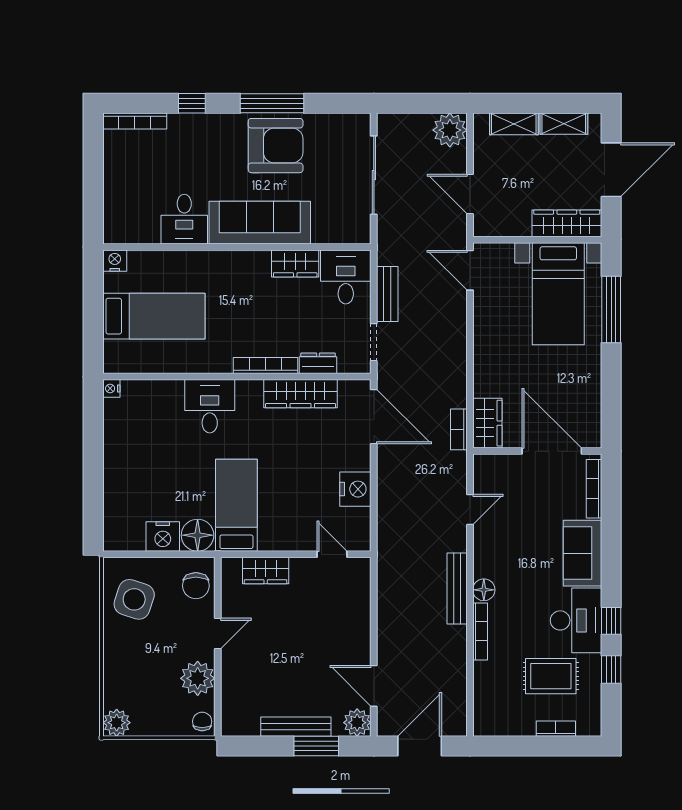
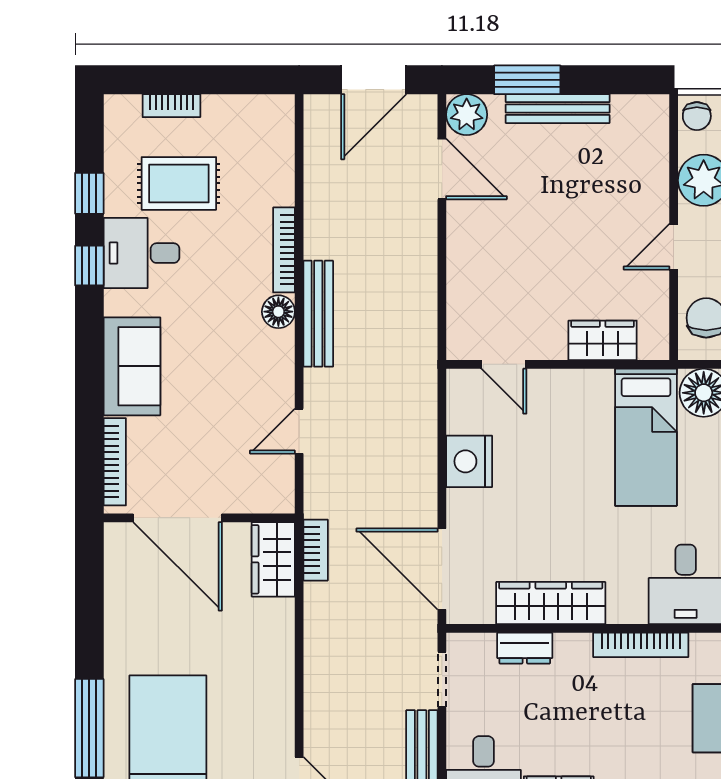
bookcase: (265, 365) -> (641, 645), moved
desk: (576, 620) -> (142, 253), width x0.73

